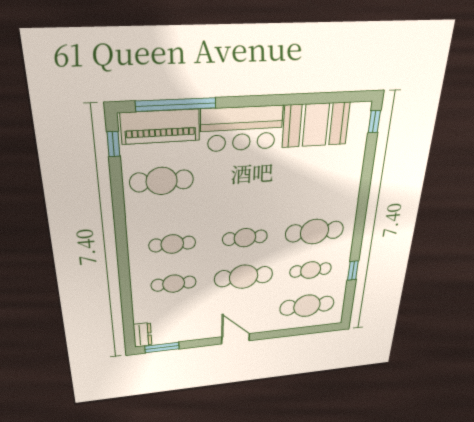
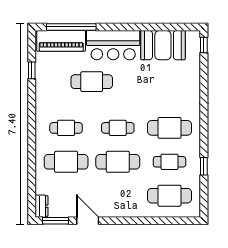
window: (113, 144) -> (32, 70), moved
cafe table: (162, 181) -> (92, 82), moved
cafe table: (174, 284) -> (66, 162), width x1.37, depth x1.35
door: (236, 339) -> (88, 221), moved

